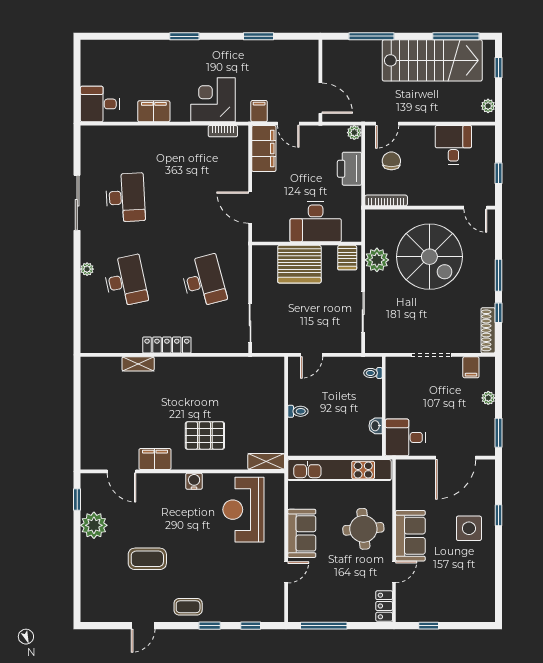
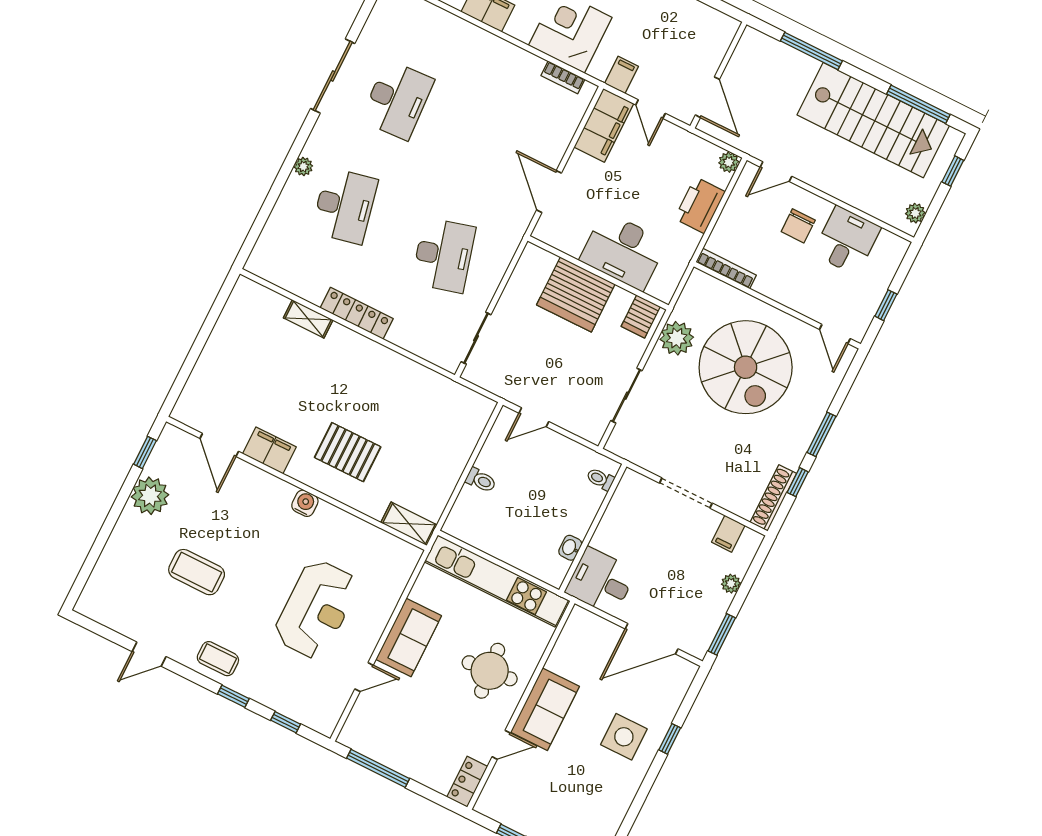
chair: (391, 161) -> (798, 226), moved, turned 180
reception desk: (243, 510) -> (316, 609), moved, turned 180

